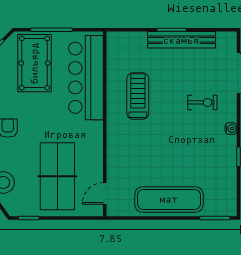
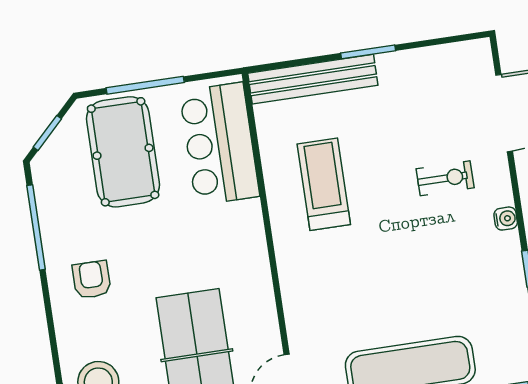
bench: (181, 40) -> (313, 79), moved
bar counter: (86, 78) -> (219, 144), width x0.73

